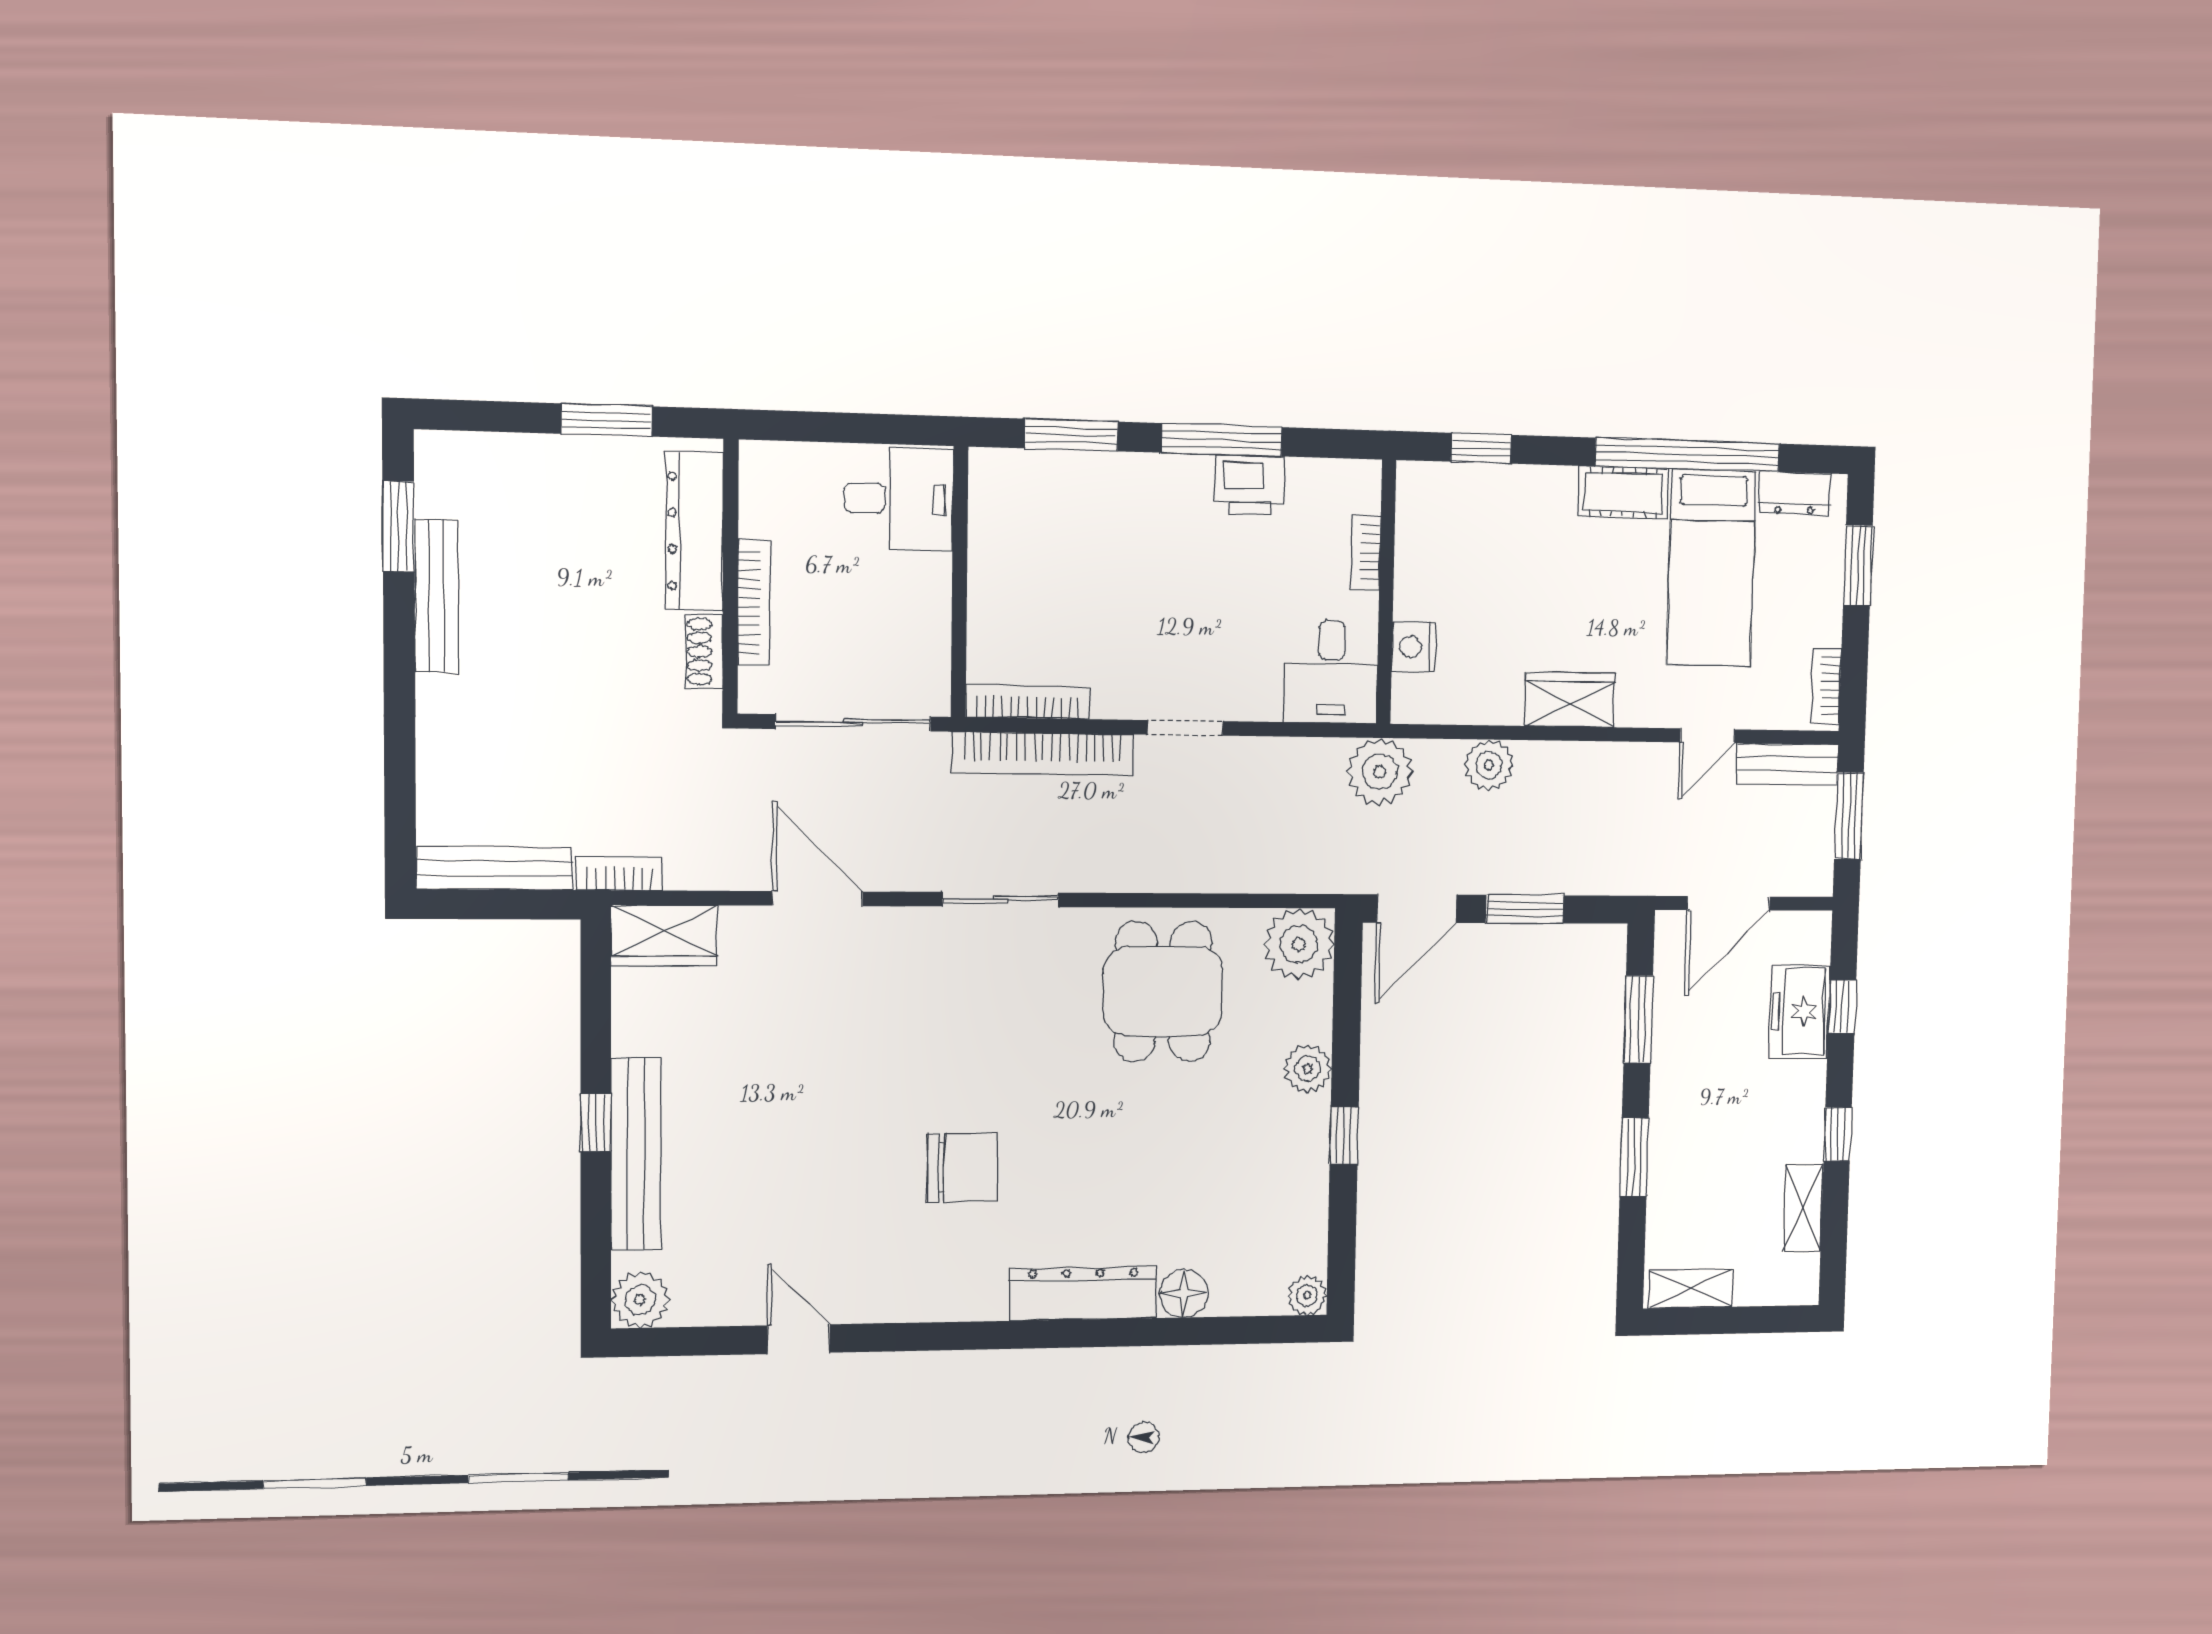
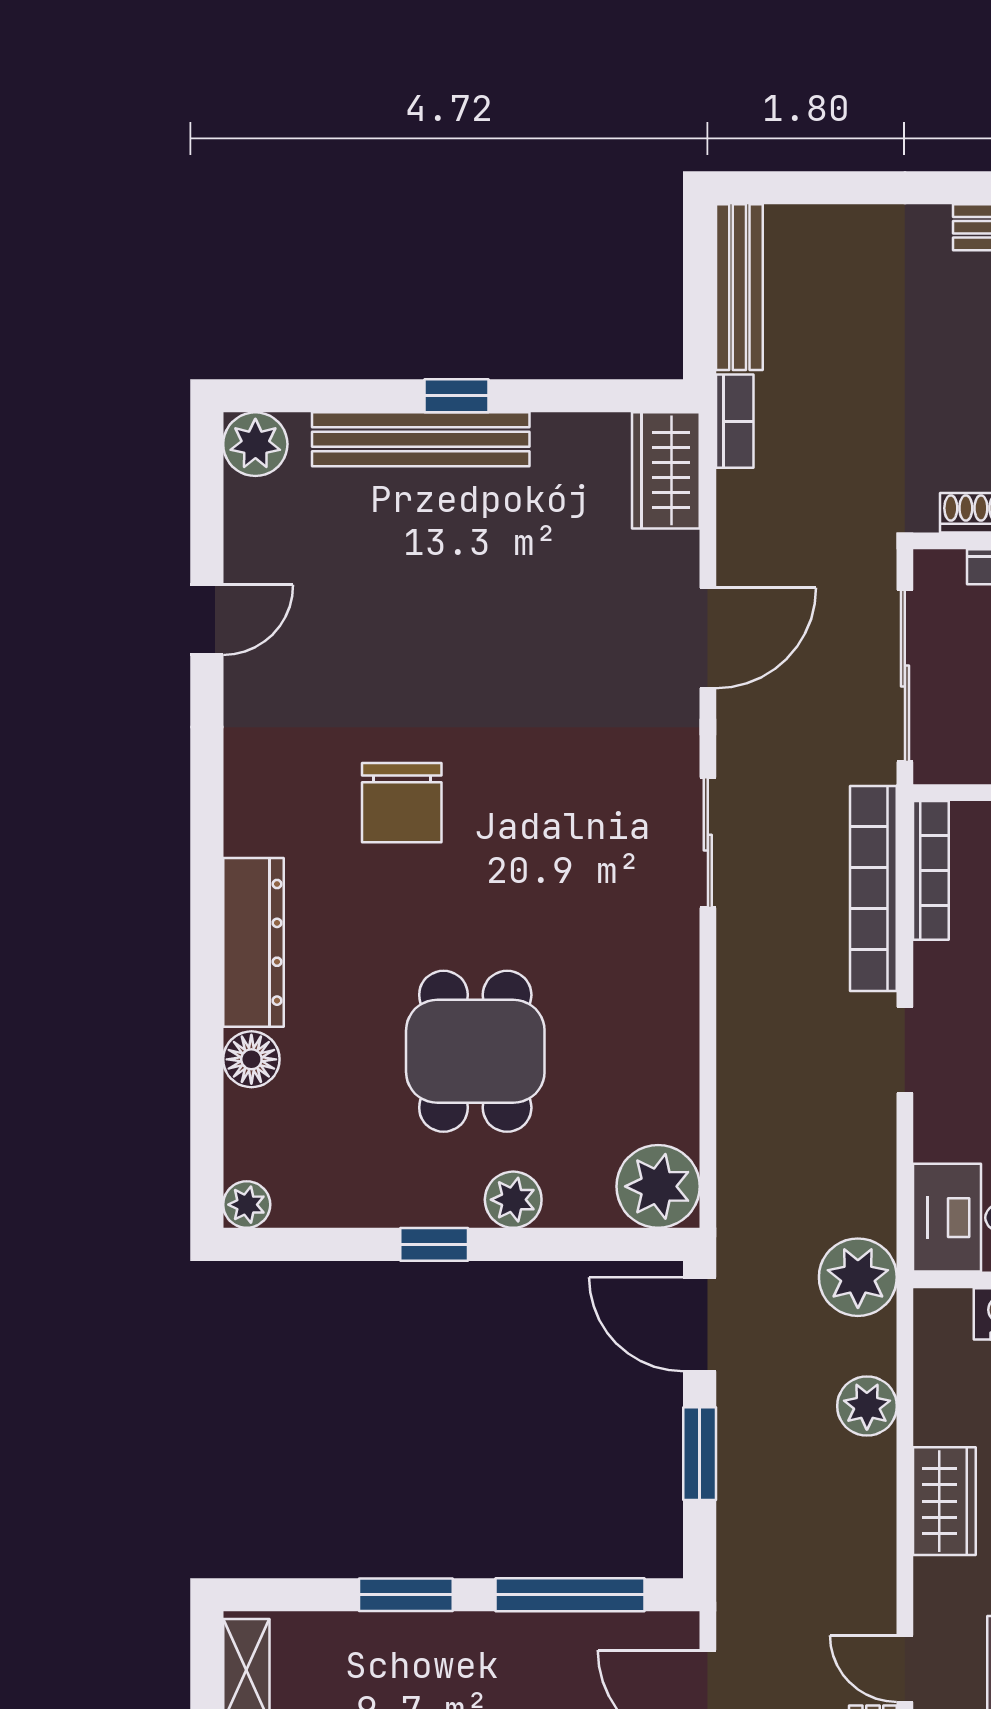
dining table: (1163, 991) -> (475, 1051), moved, turned 90
window: (1638, 1019) -> (570, 1595), width x1.44

